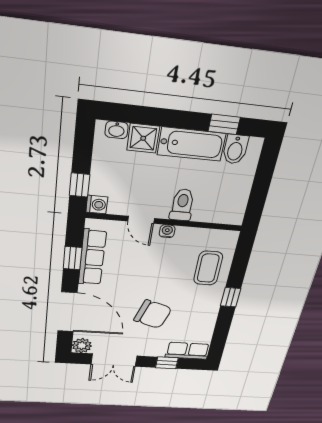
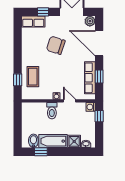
window: (231, 297) -> (18, 80), moved

